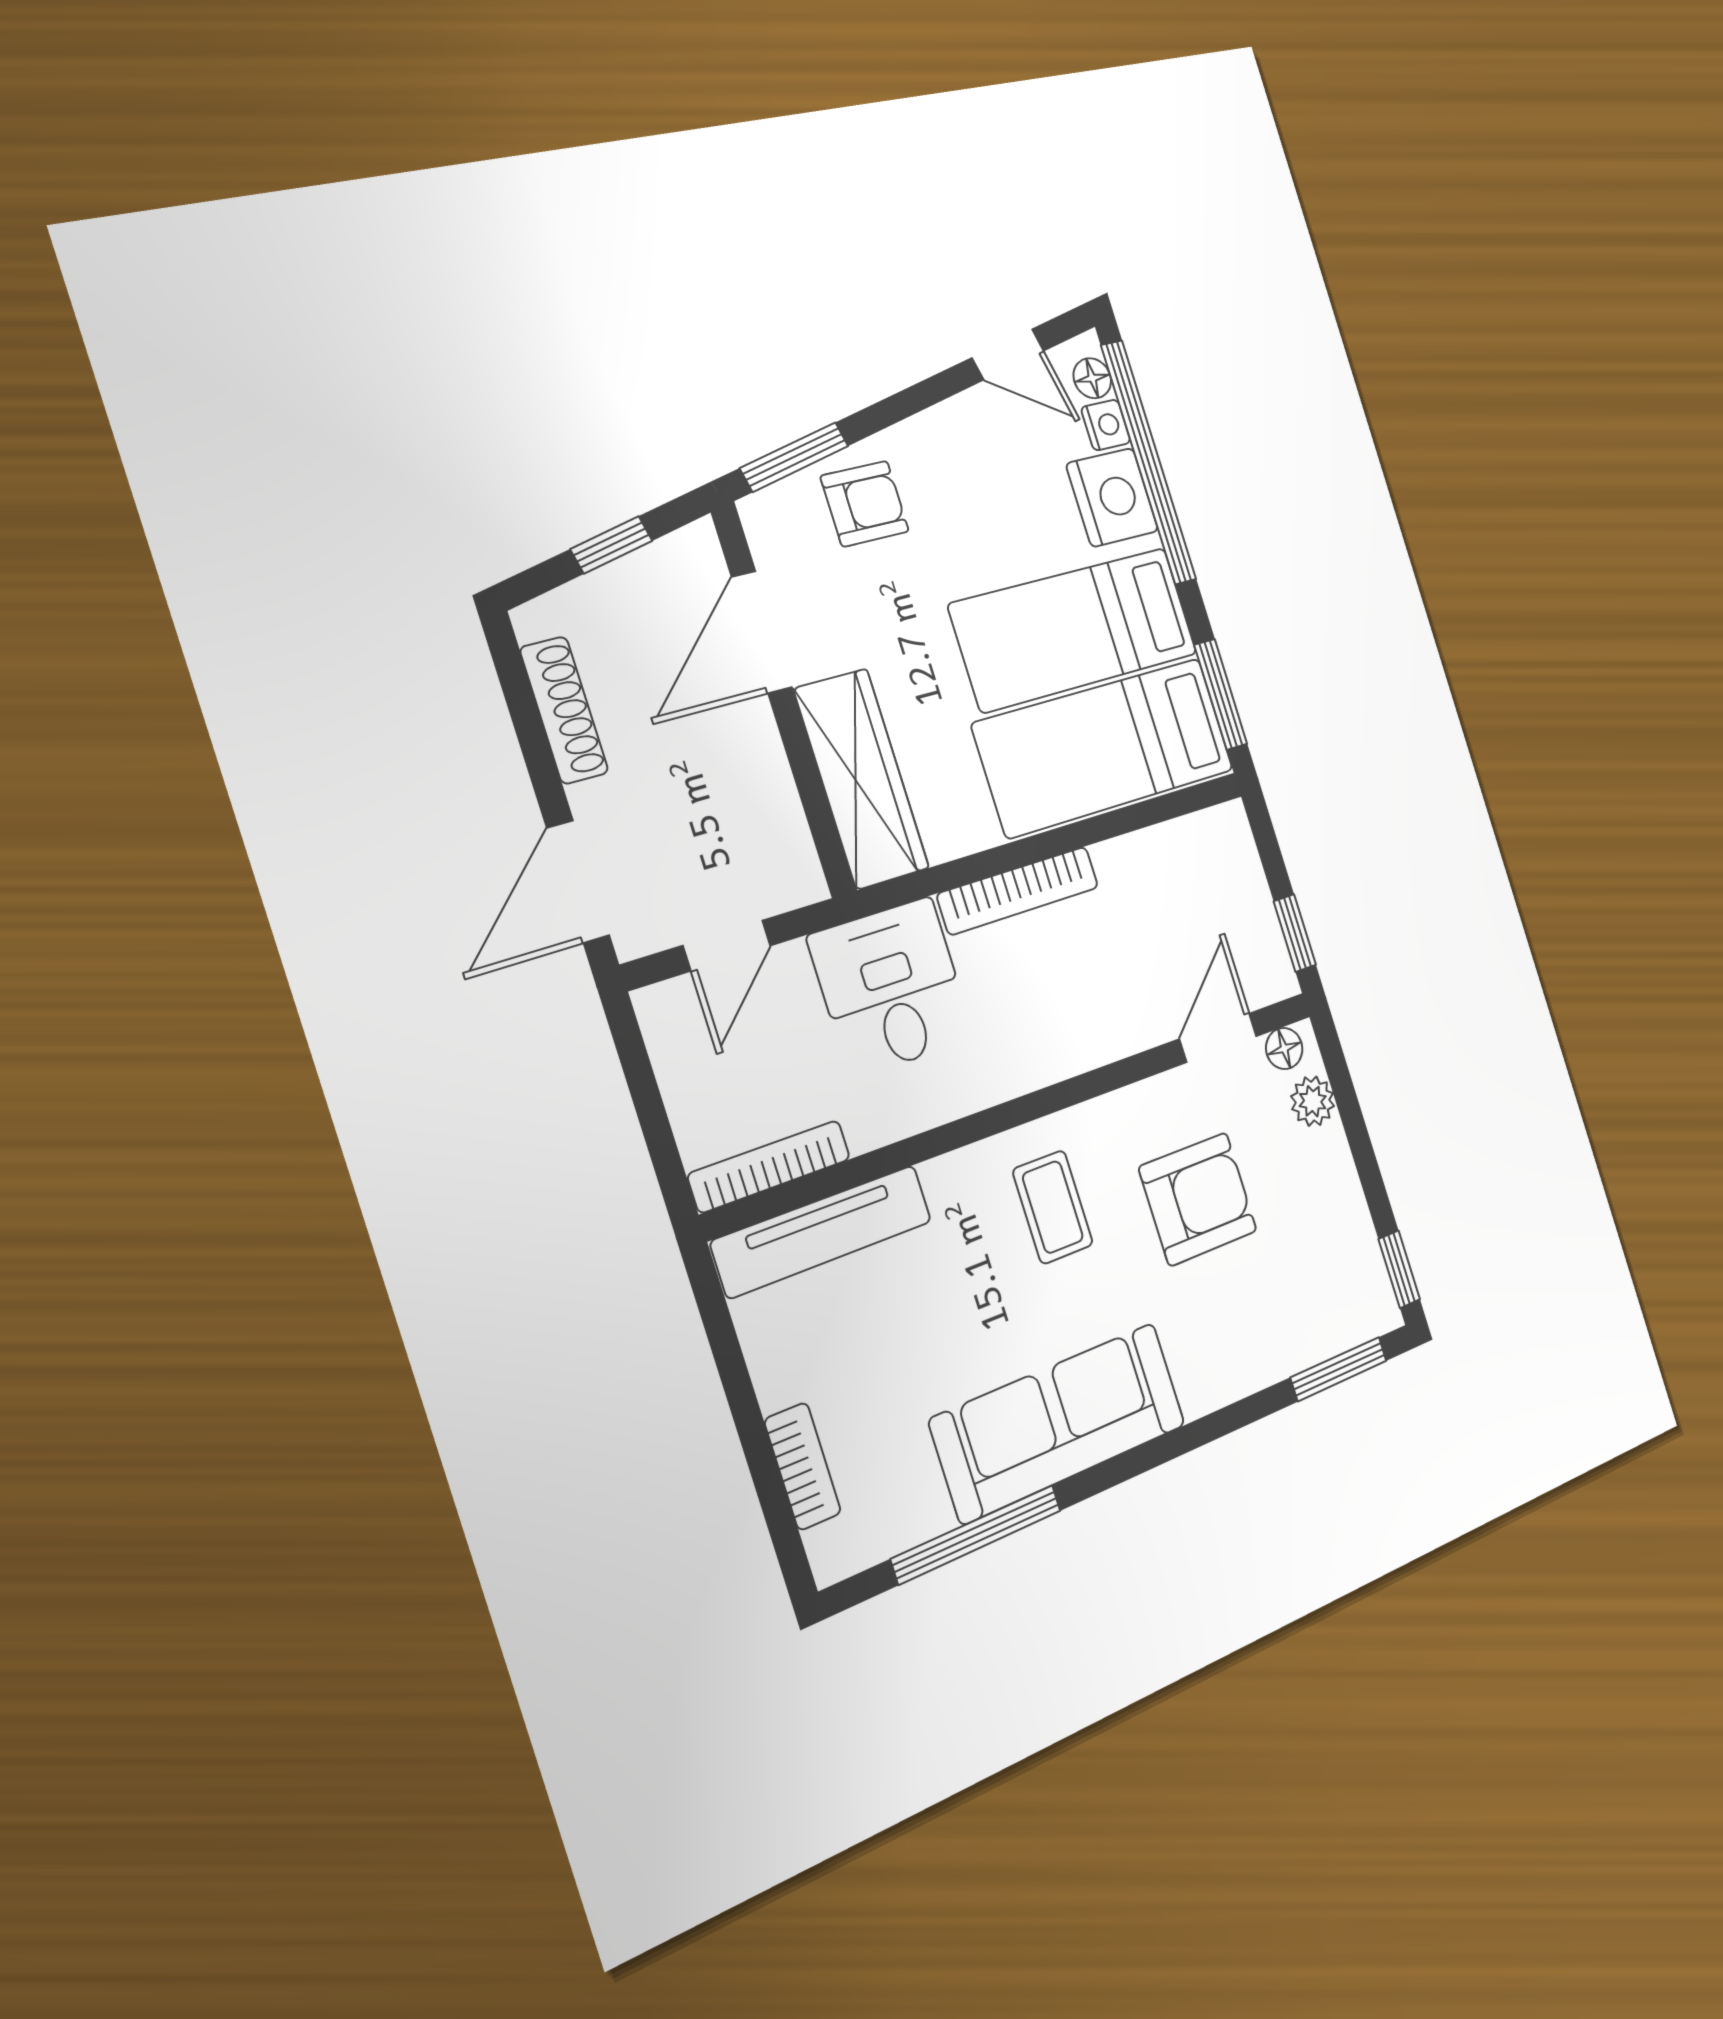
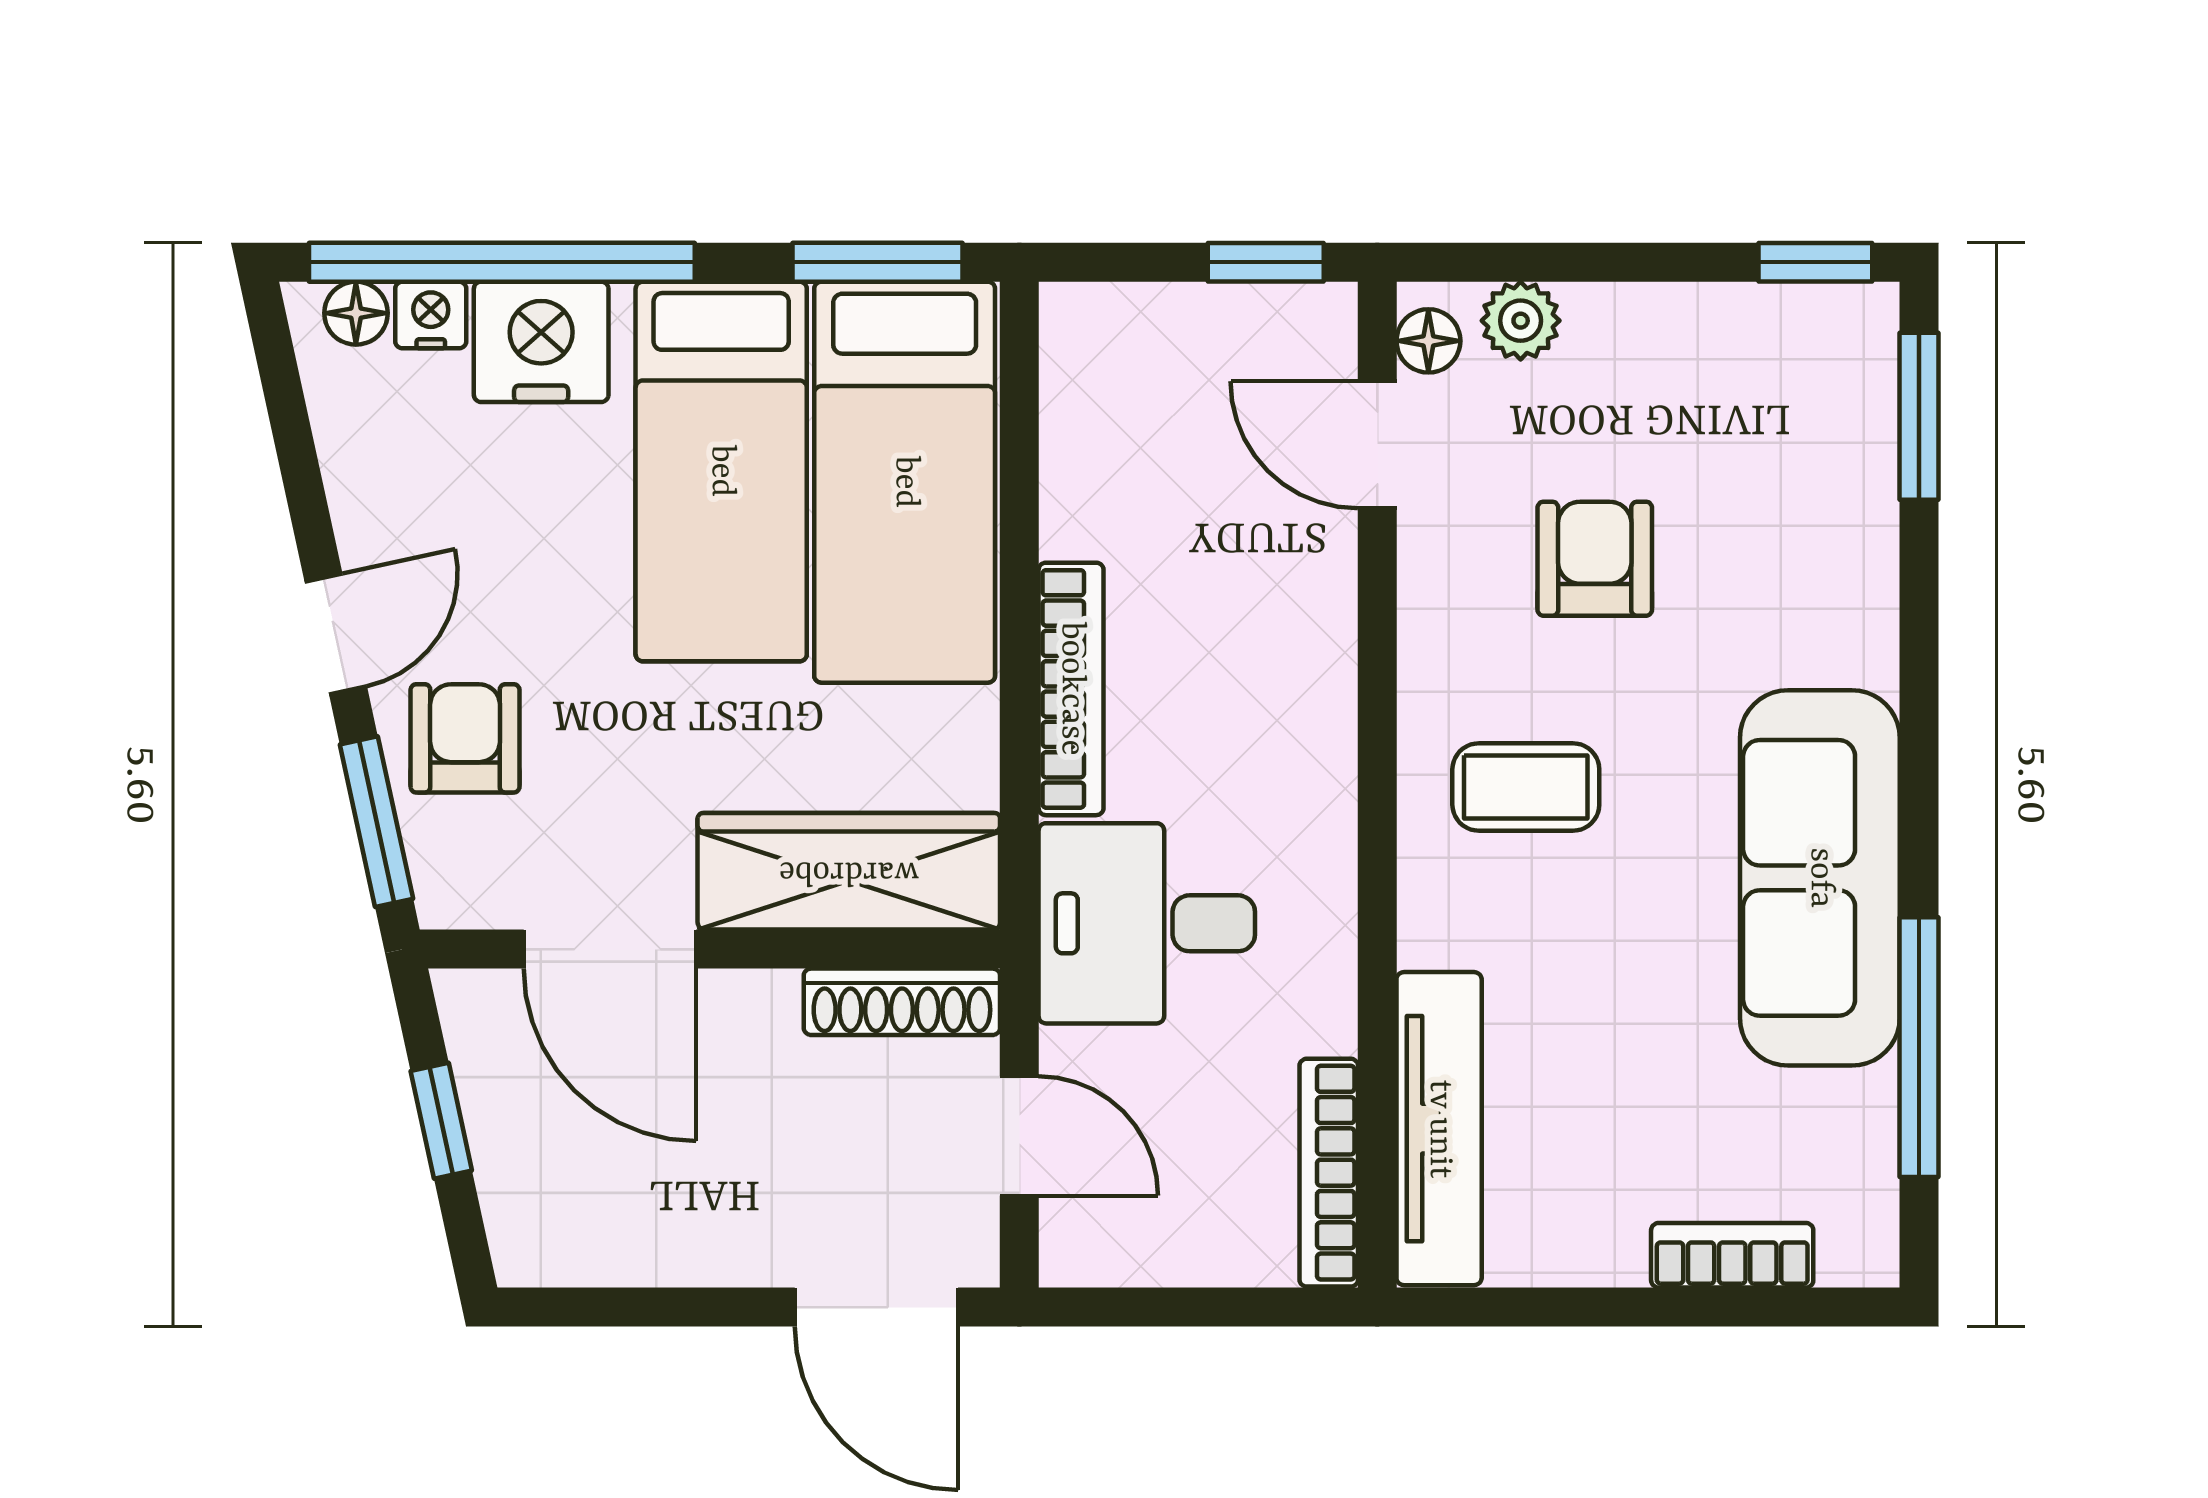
door: (1008, 354) -> (336, 634), moved
shoe rack: (564, 710) -> (902, 1002), moved, turned 180
armchair: (1198, 1199) -> (1595, 559), width x0.72, depth x0.72

